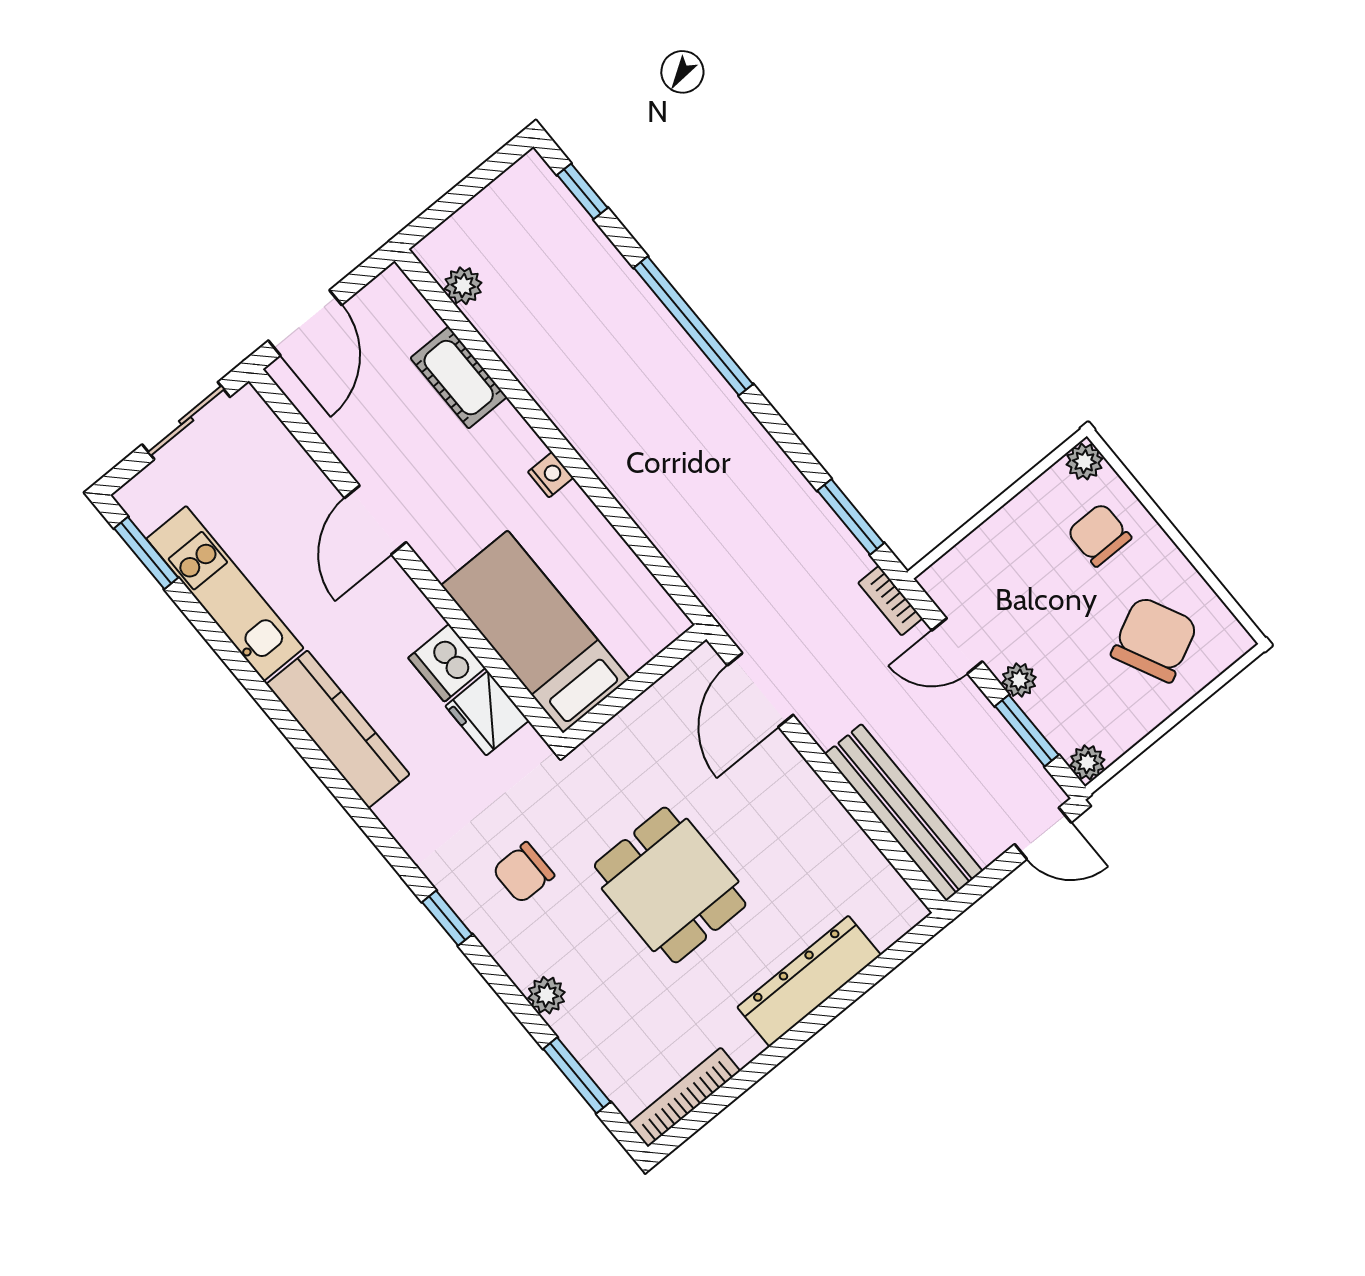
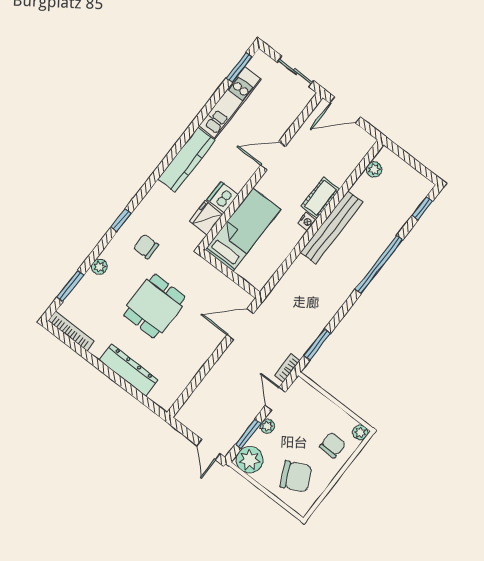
cot: (459, 378) -> (320, 198), moved
plant: (1087, 762) -> (250, 460), width x1.88, depth x1.88
bench: (904, 813) -> (332, 227), moved

